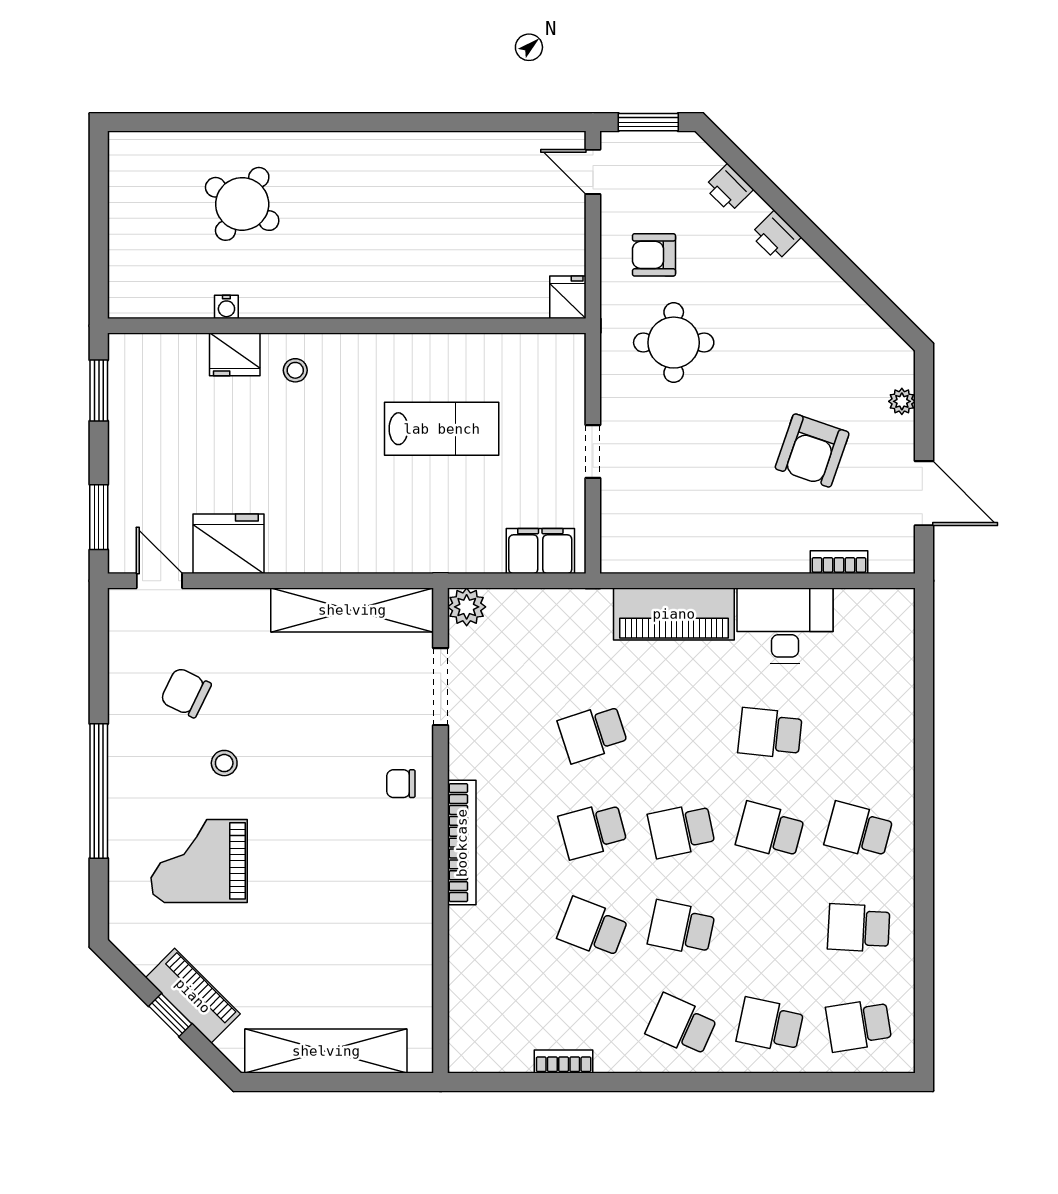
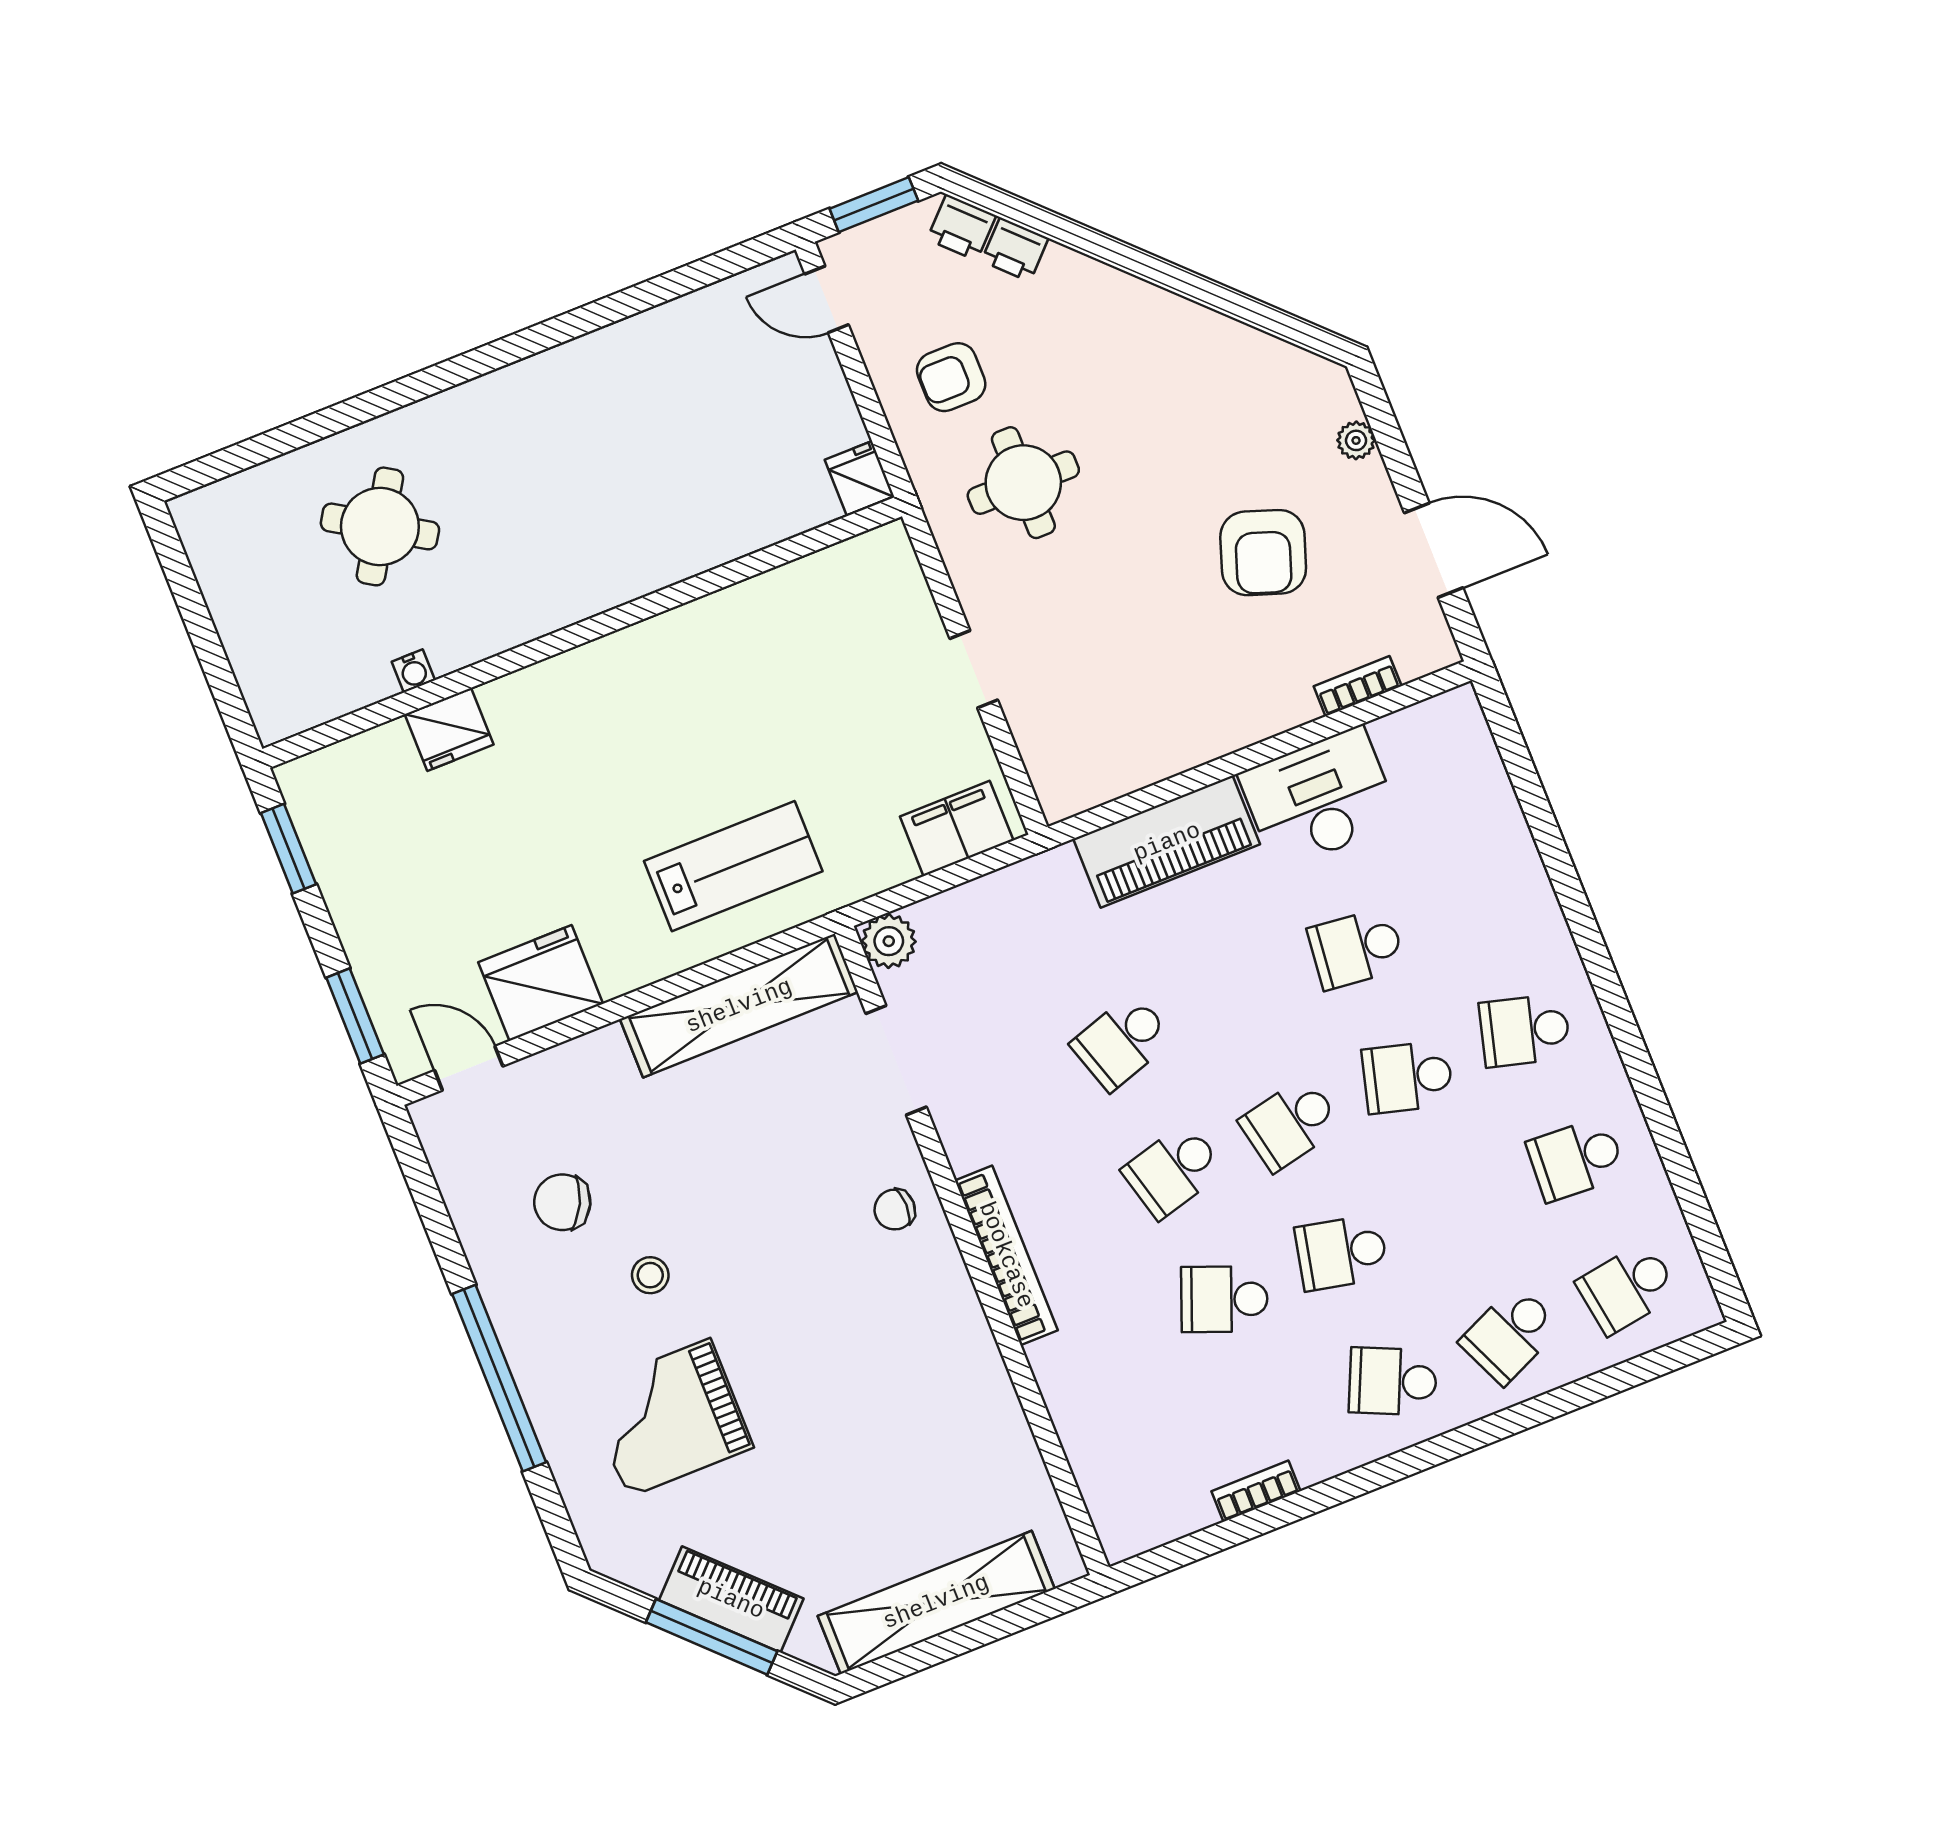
printer: (776, 236) -> (962, 227), moved
stool: (295, 370) -> (538, 719), removed
lab bench: (442, 429) -> (733, 866), moved
window: (170, 1015) -> (712, 1637), width x2.17
school desk: (770, 1025) -> (1510, 1335), turned -36

